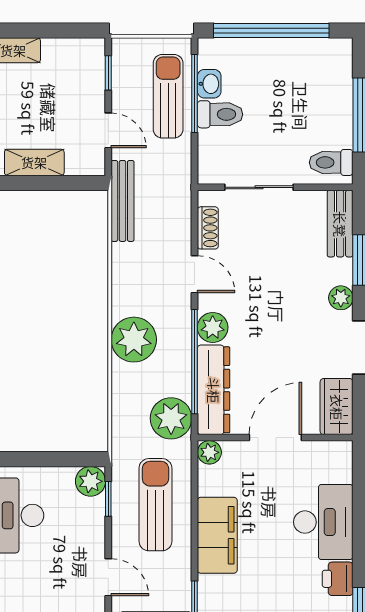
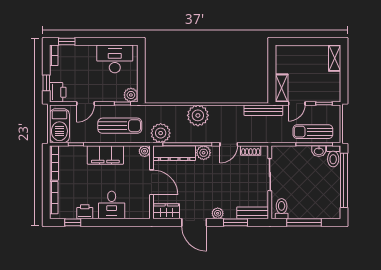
sun lounger: (168, 96) -> (313, 132), turned 180
toilet: (220, 114) -> (333, 156), moved
shelving: (34, 162) -> (282, 88), moved
desk: (323, 522) -> (112, 205), width x0.73

